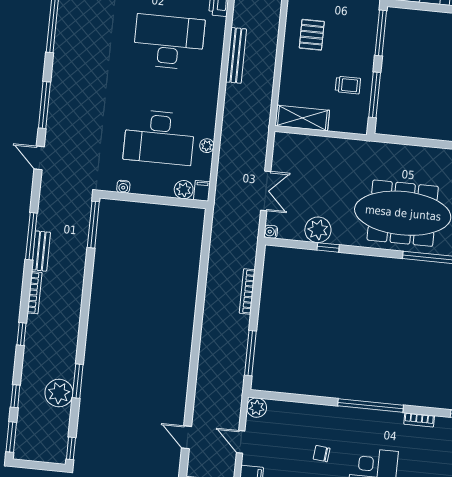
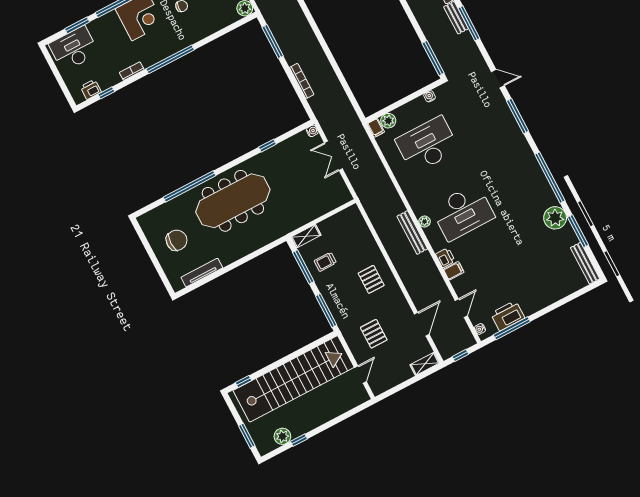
shelving: (302, 118) -> (306, 236), moved, width x0.67, depth x0.75
plant: (207, 146) -> (425, 222), moved
plant: (318, 230) -> (282, 153), removed

